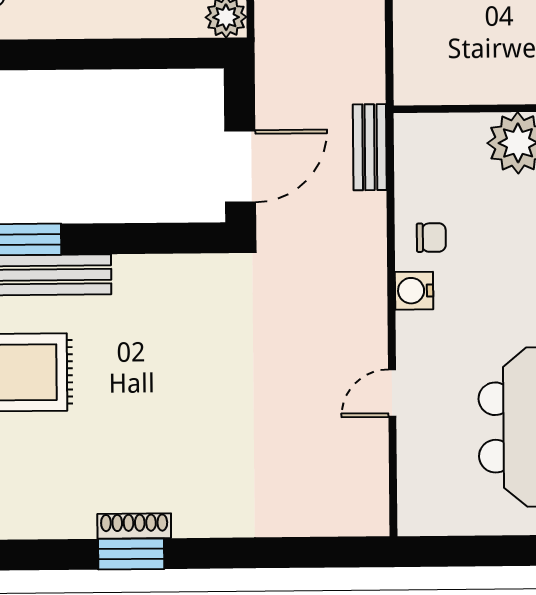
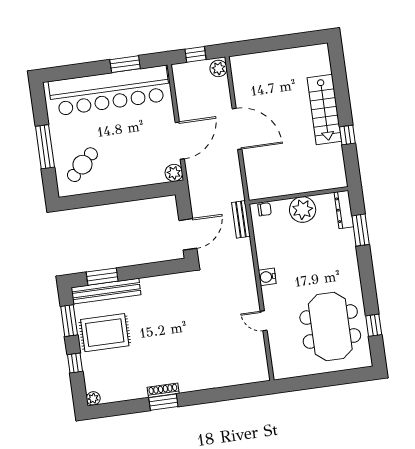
chair: (431, 238) -> (265, 209), moved
door: (392, 393) -> (264, 321), hinge flipped

